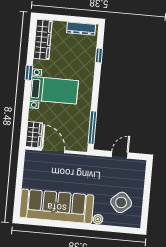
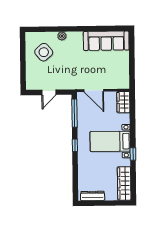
window: (99, 56) -> (75, 145), moved
door: (53, 151) -> (94, 90), moved
sofa: (57, 206) -> (106, 41), width x0.74, depth x0.79

